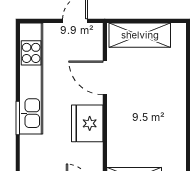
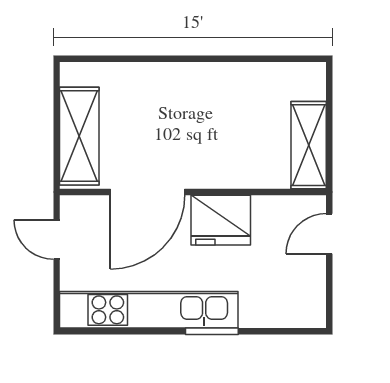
door: (105, 78) -> (148, 192), width x1.36

